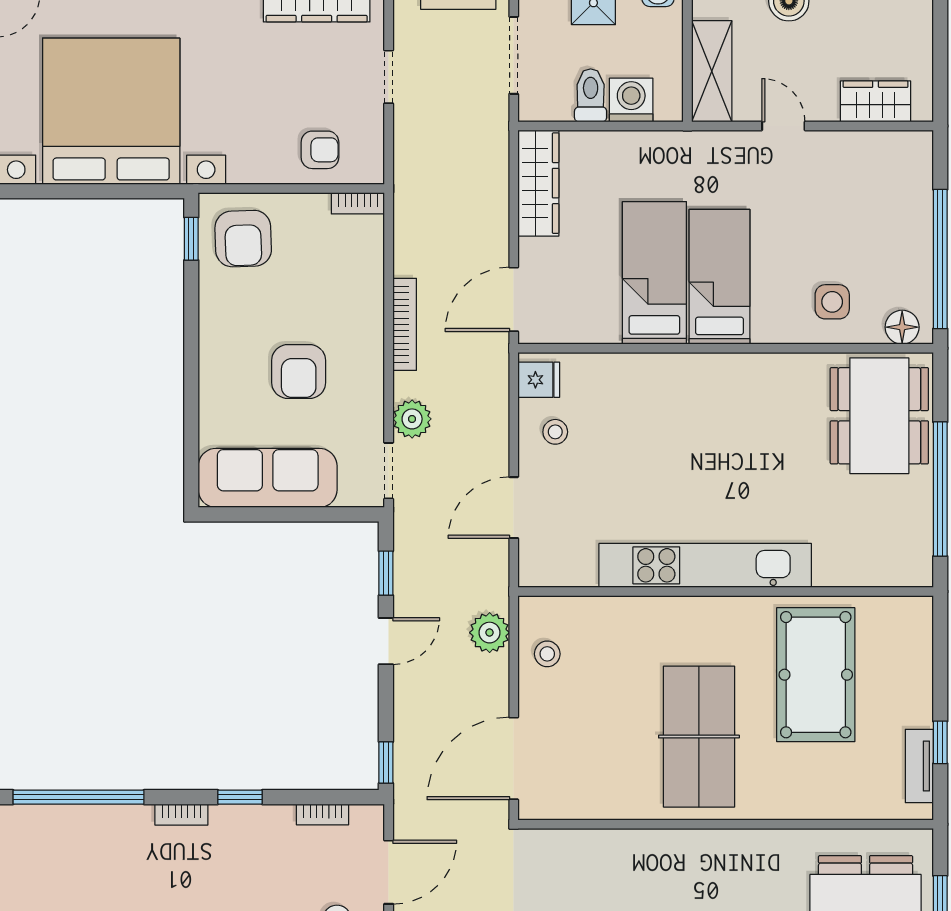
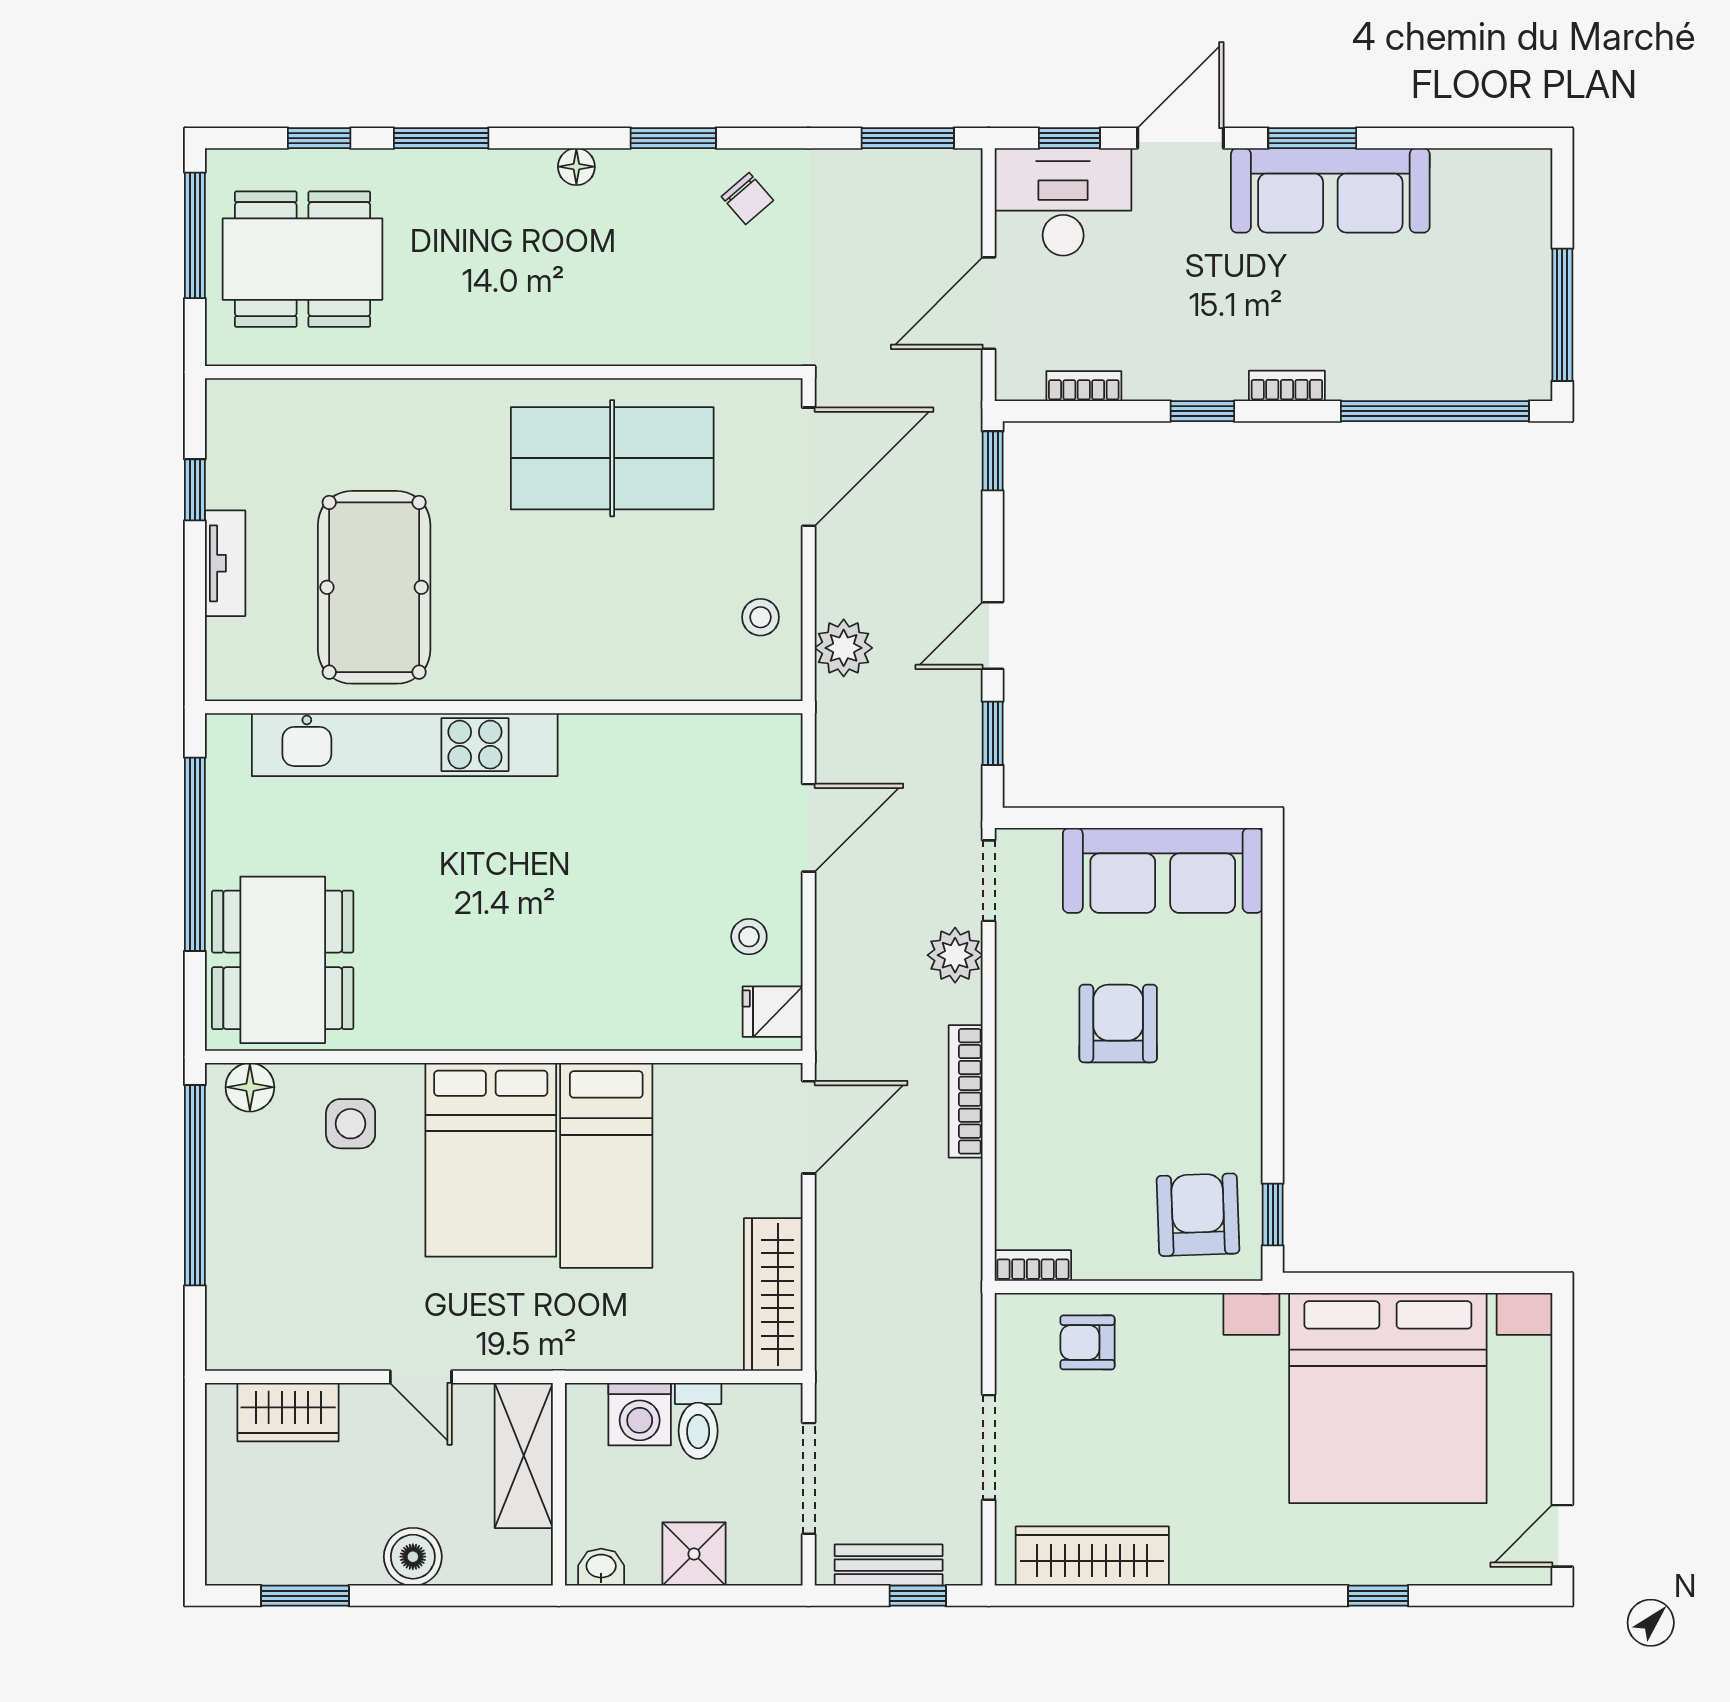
doorway: (389, 77) -> (989, 1447), width x1.38
bed: (720, 277) -> (491, 1160), width x1.50
kitchen unit: (705, 565) -> (405, 745), moved
table tennis table: (699, 737) -> (612, 458), moved, turned 90
tv unit: (919, 766) -> (225, 563), moved

